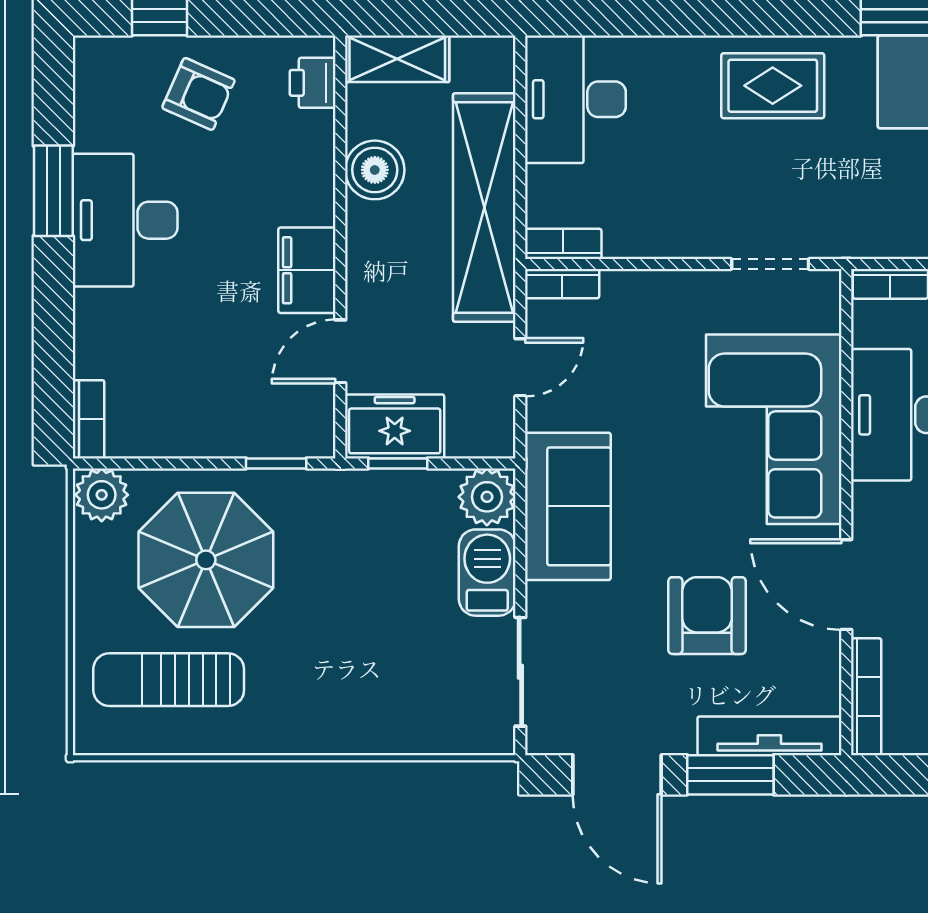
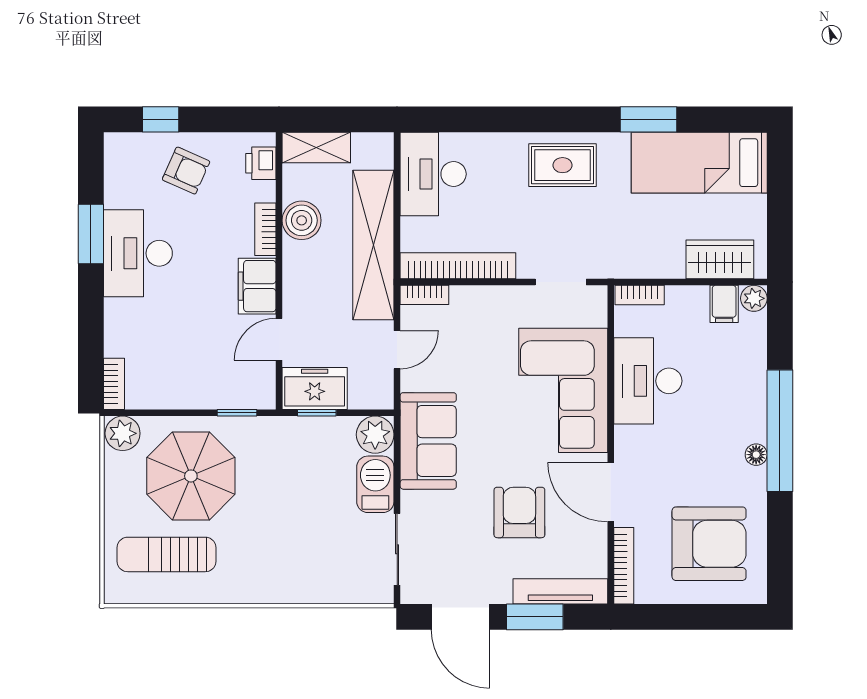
bookcase: (319, 183) -> (265, 229), added
bookcase: (563, 244) -> (458, 266), width x2.31, depth x1.31

